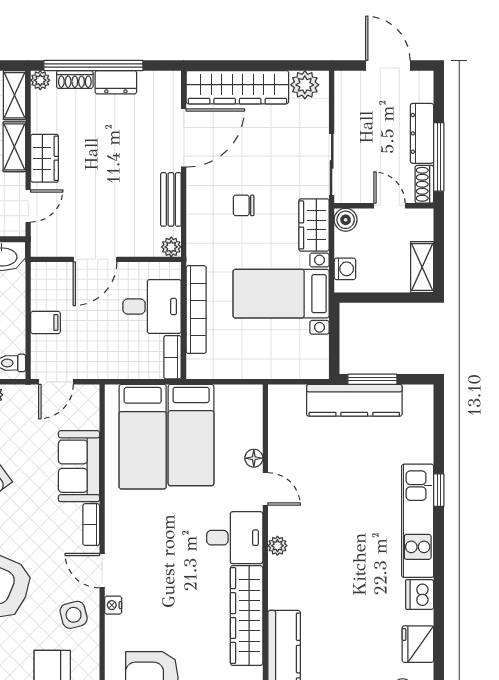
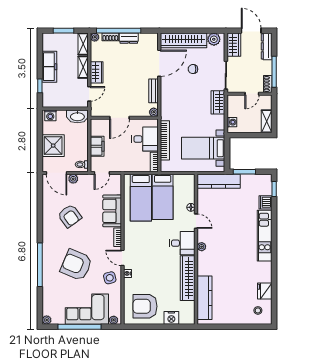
wardrobe: (349, 97) -> (234, 45), added
dresser: (422, 133) -> (267, 46), moved
chair: (244, 205) -> (193, 69), moved
door: (389, 206) -> (252, 94), swing flipped
boiler: (346, 220) -> (232, 100), removed
bed with nightstands: (281, 294) -> (203, 148), moved
filing cabinet: (45, 323) -> (97, 146), width x2.00
kitchen counter: (354, 400) -> (219, 181), moved
window: (439, 490) -> (274, 189), moved
dishwasher: (420, 594) -> (266, 202), moved

